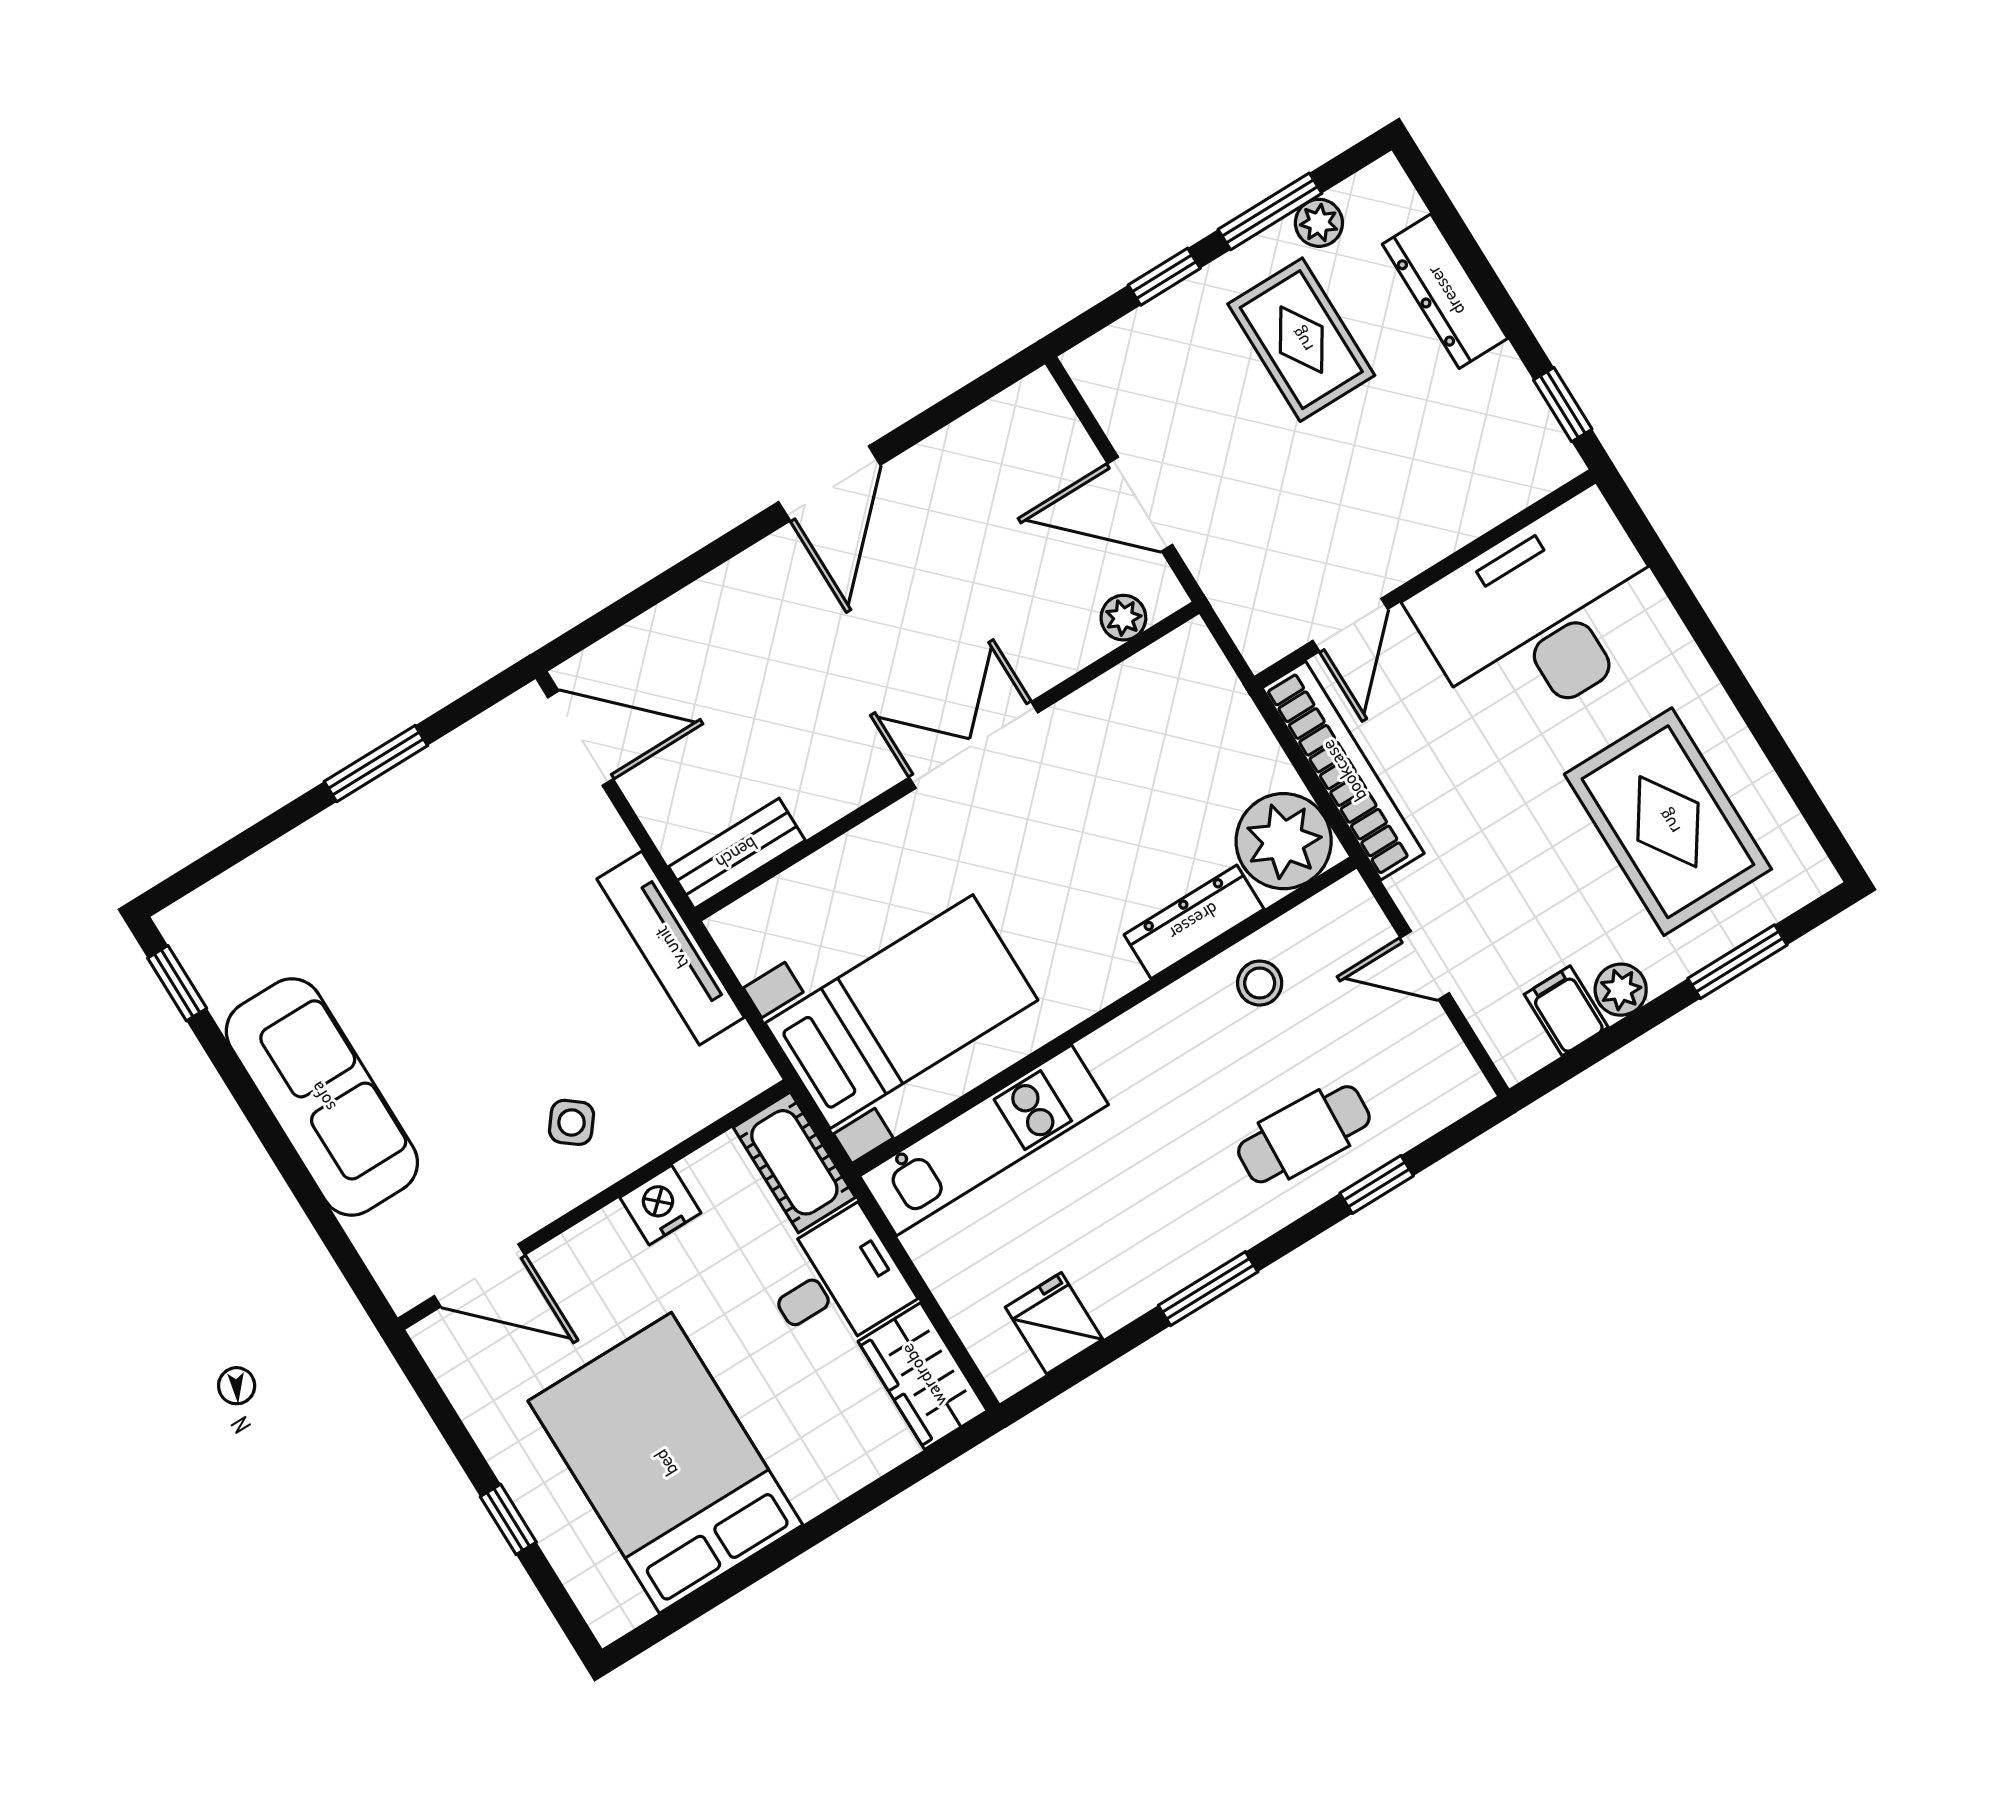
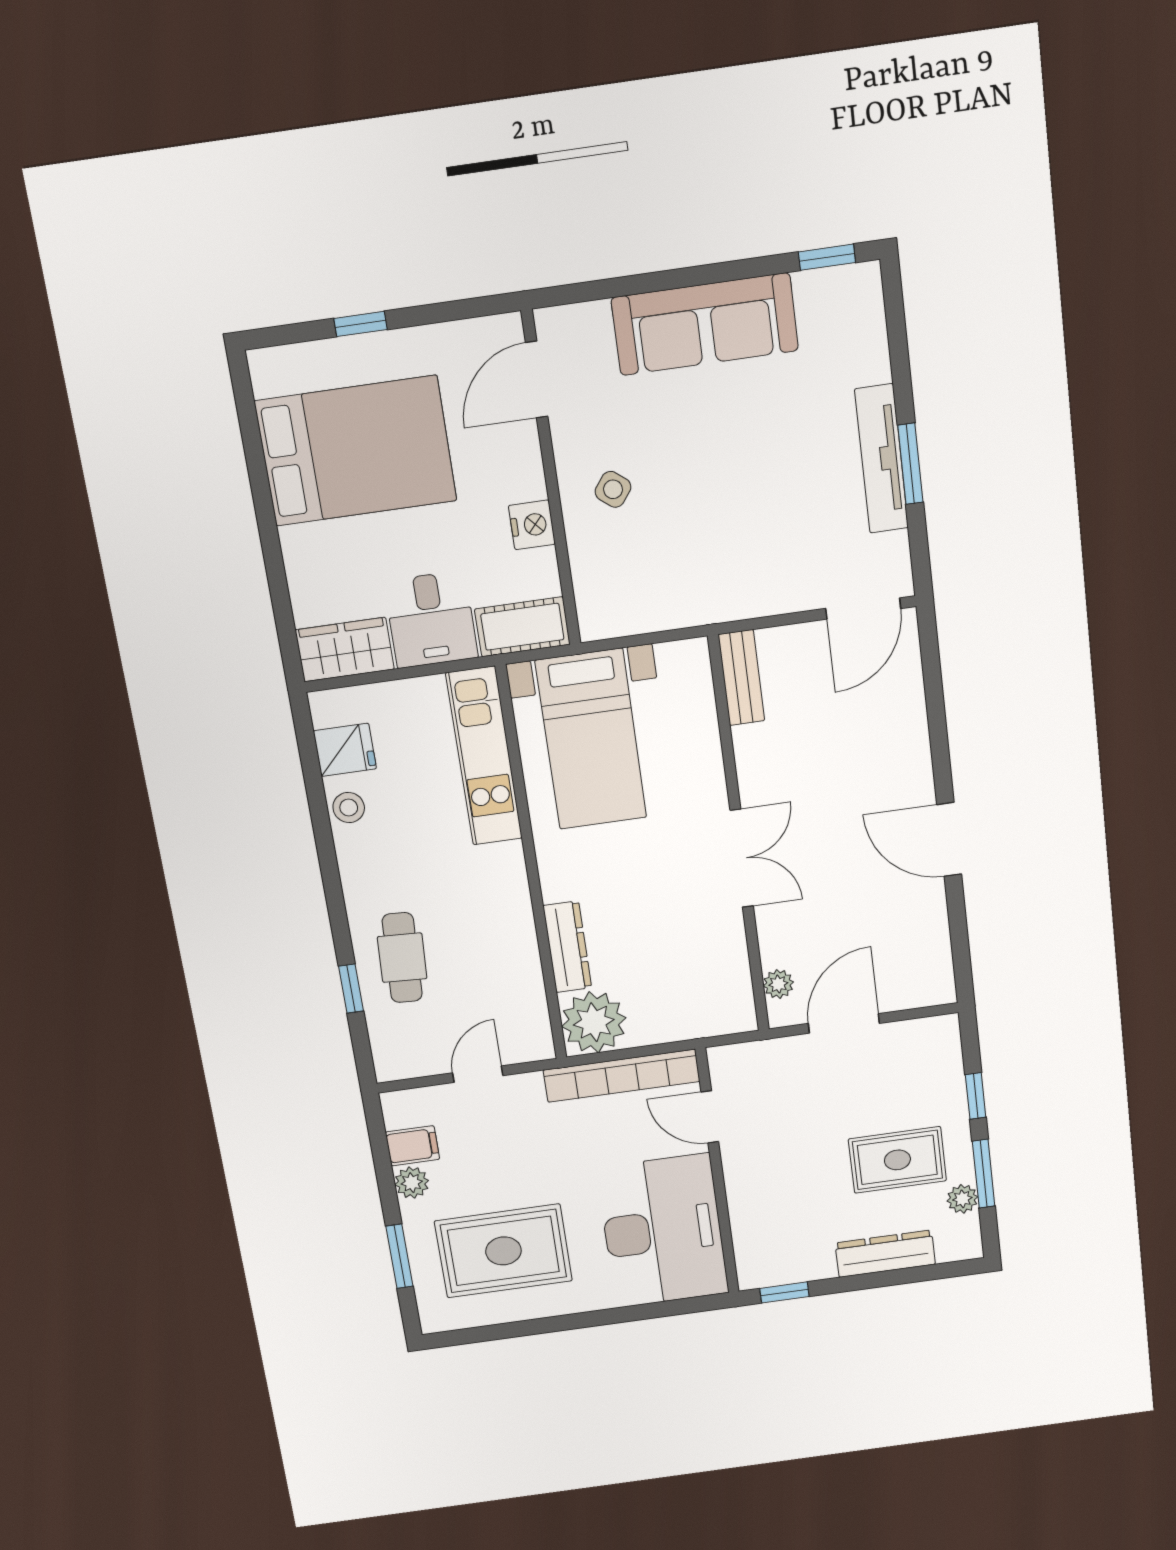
tv unit: (671, 948) -> (882, 459), moved, turned -90
stool: (1260, 983) -> (349, 808), moved
window: (1208, 1289) -> (327, 857), removed

